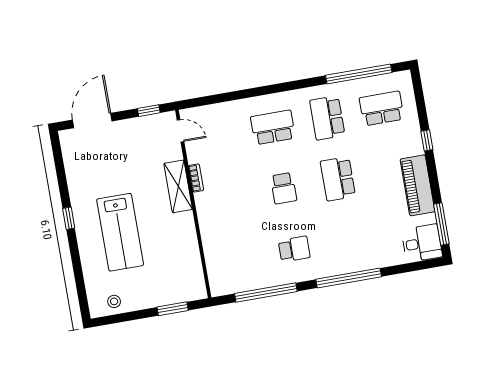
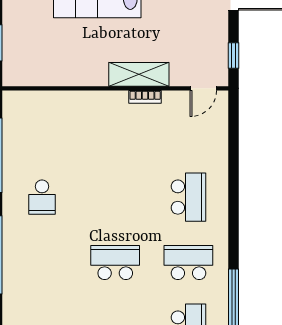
school desk: (284, 188) -> (115, 197), removed

